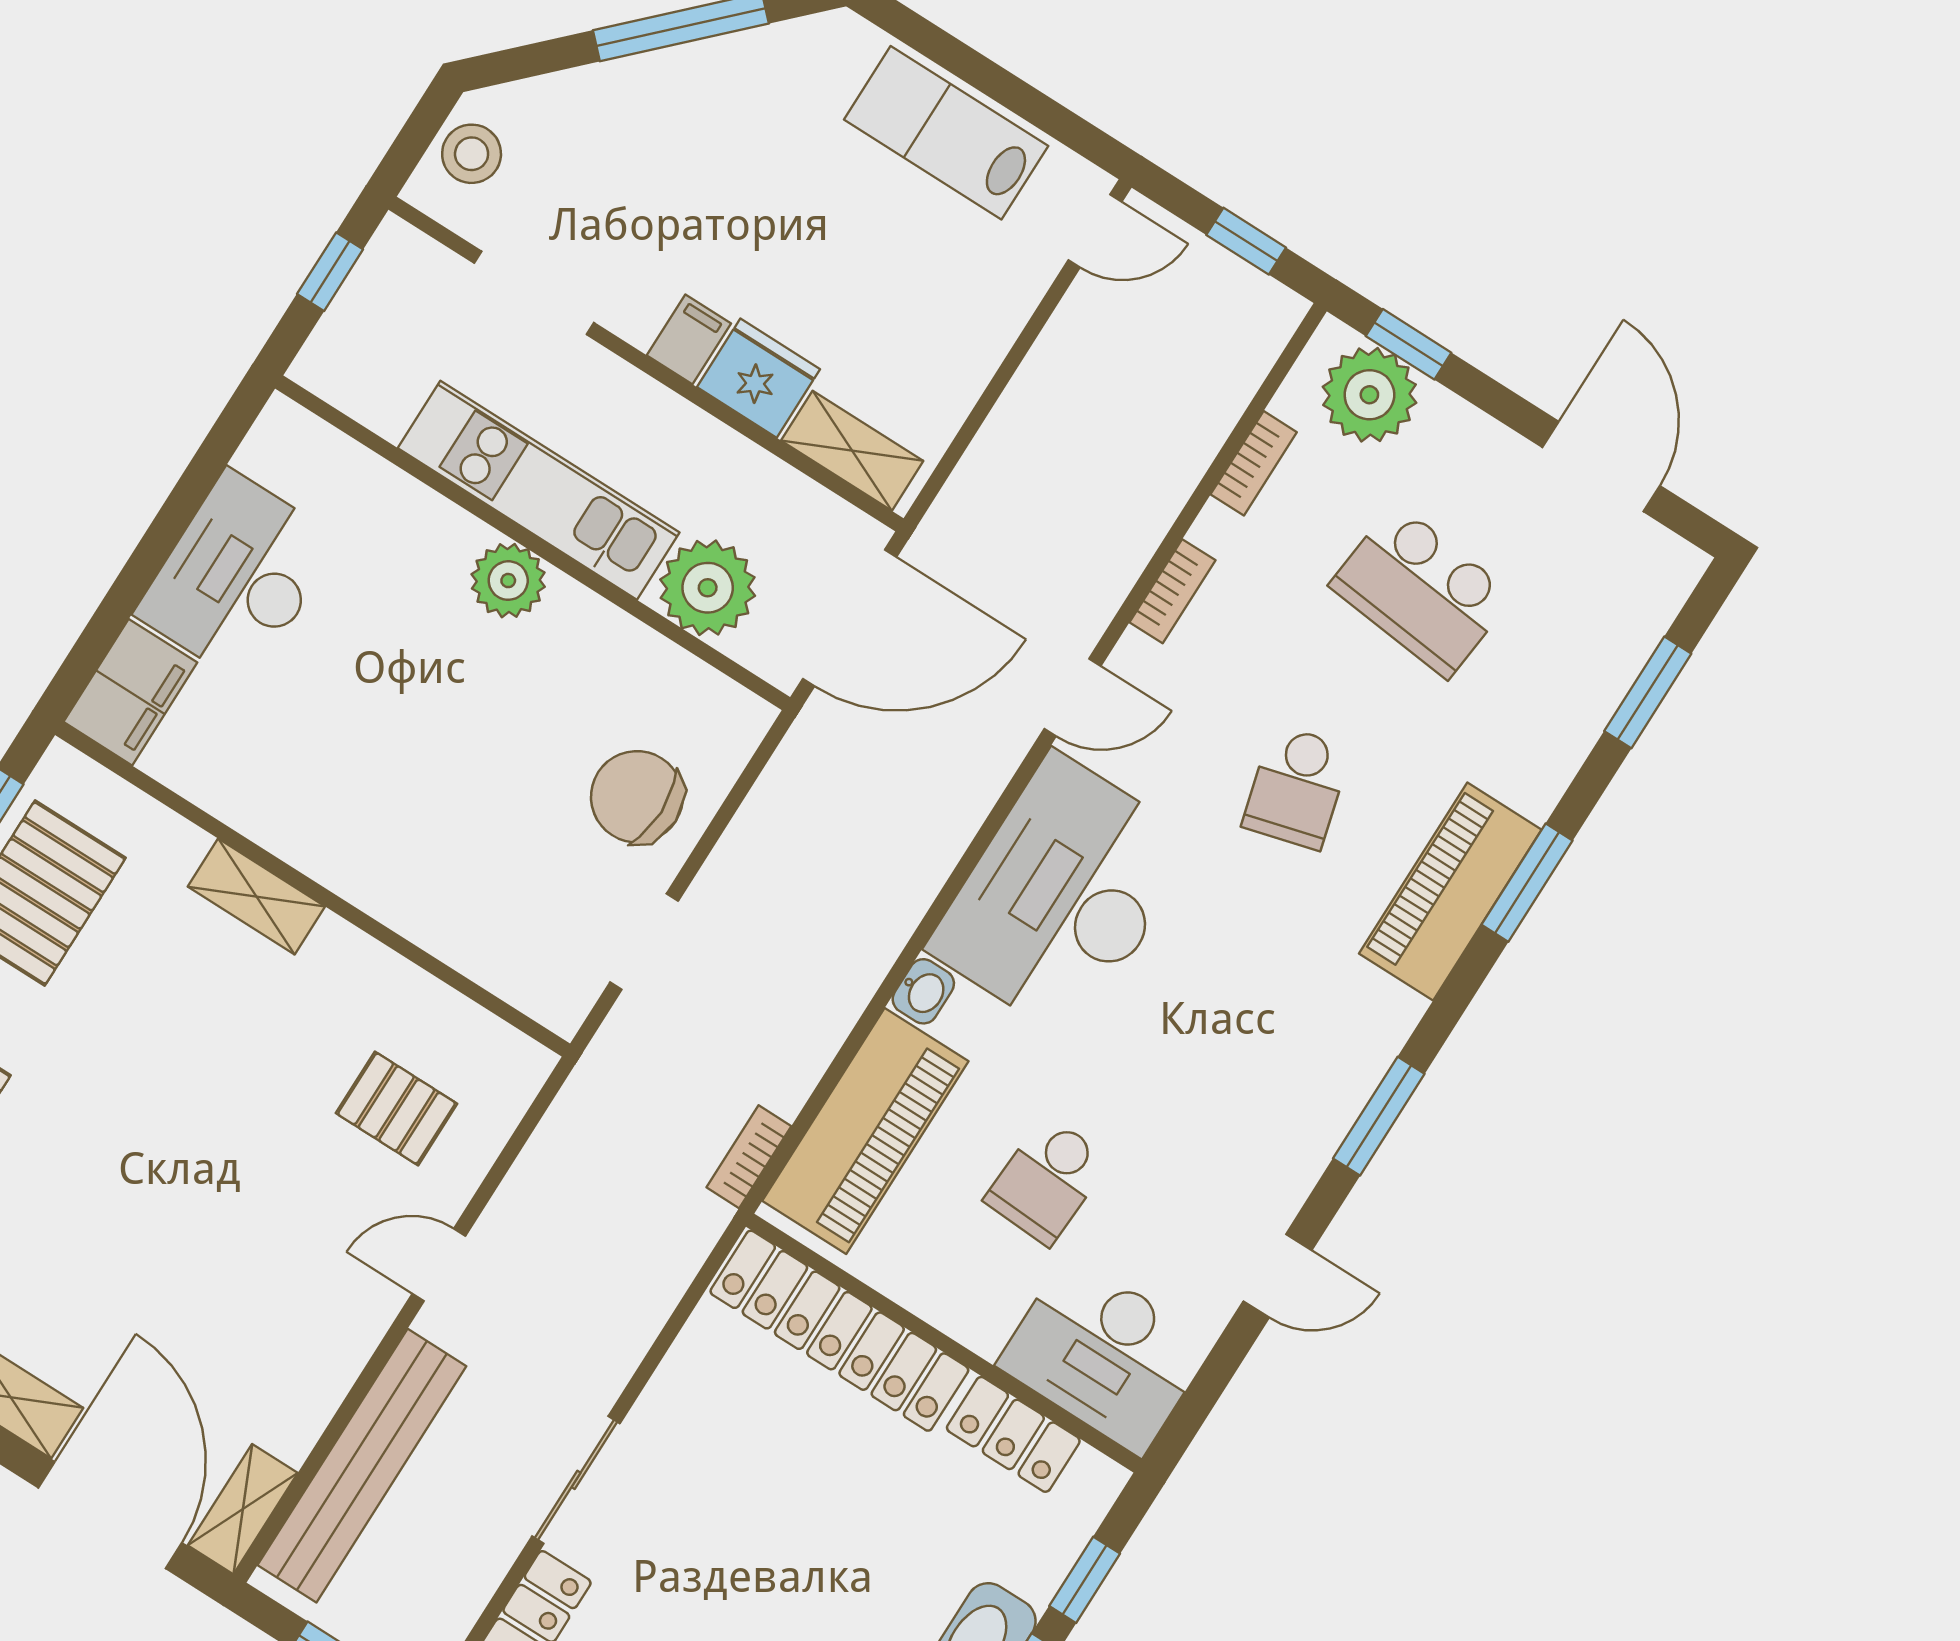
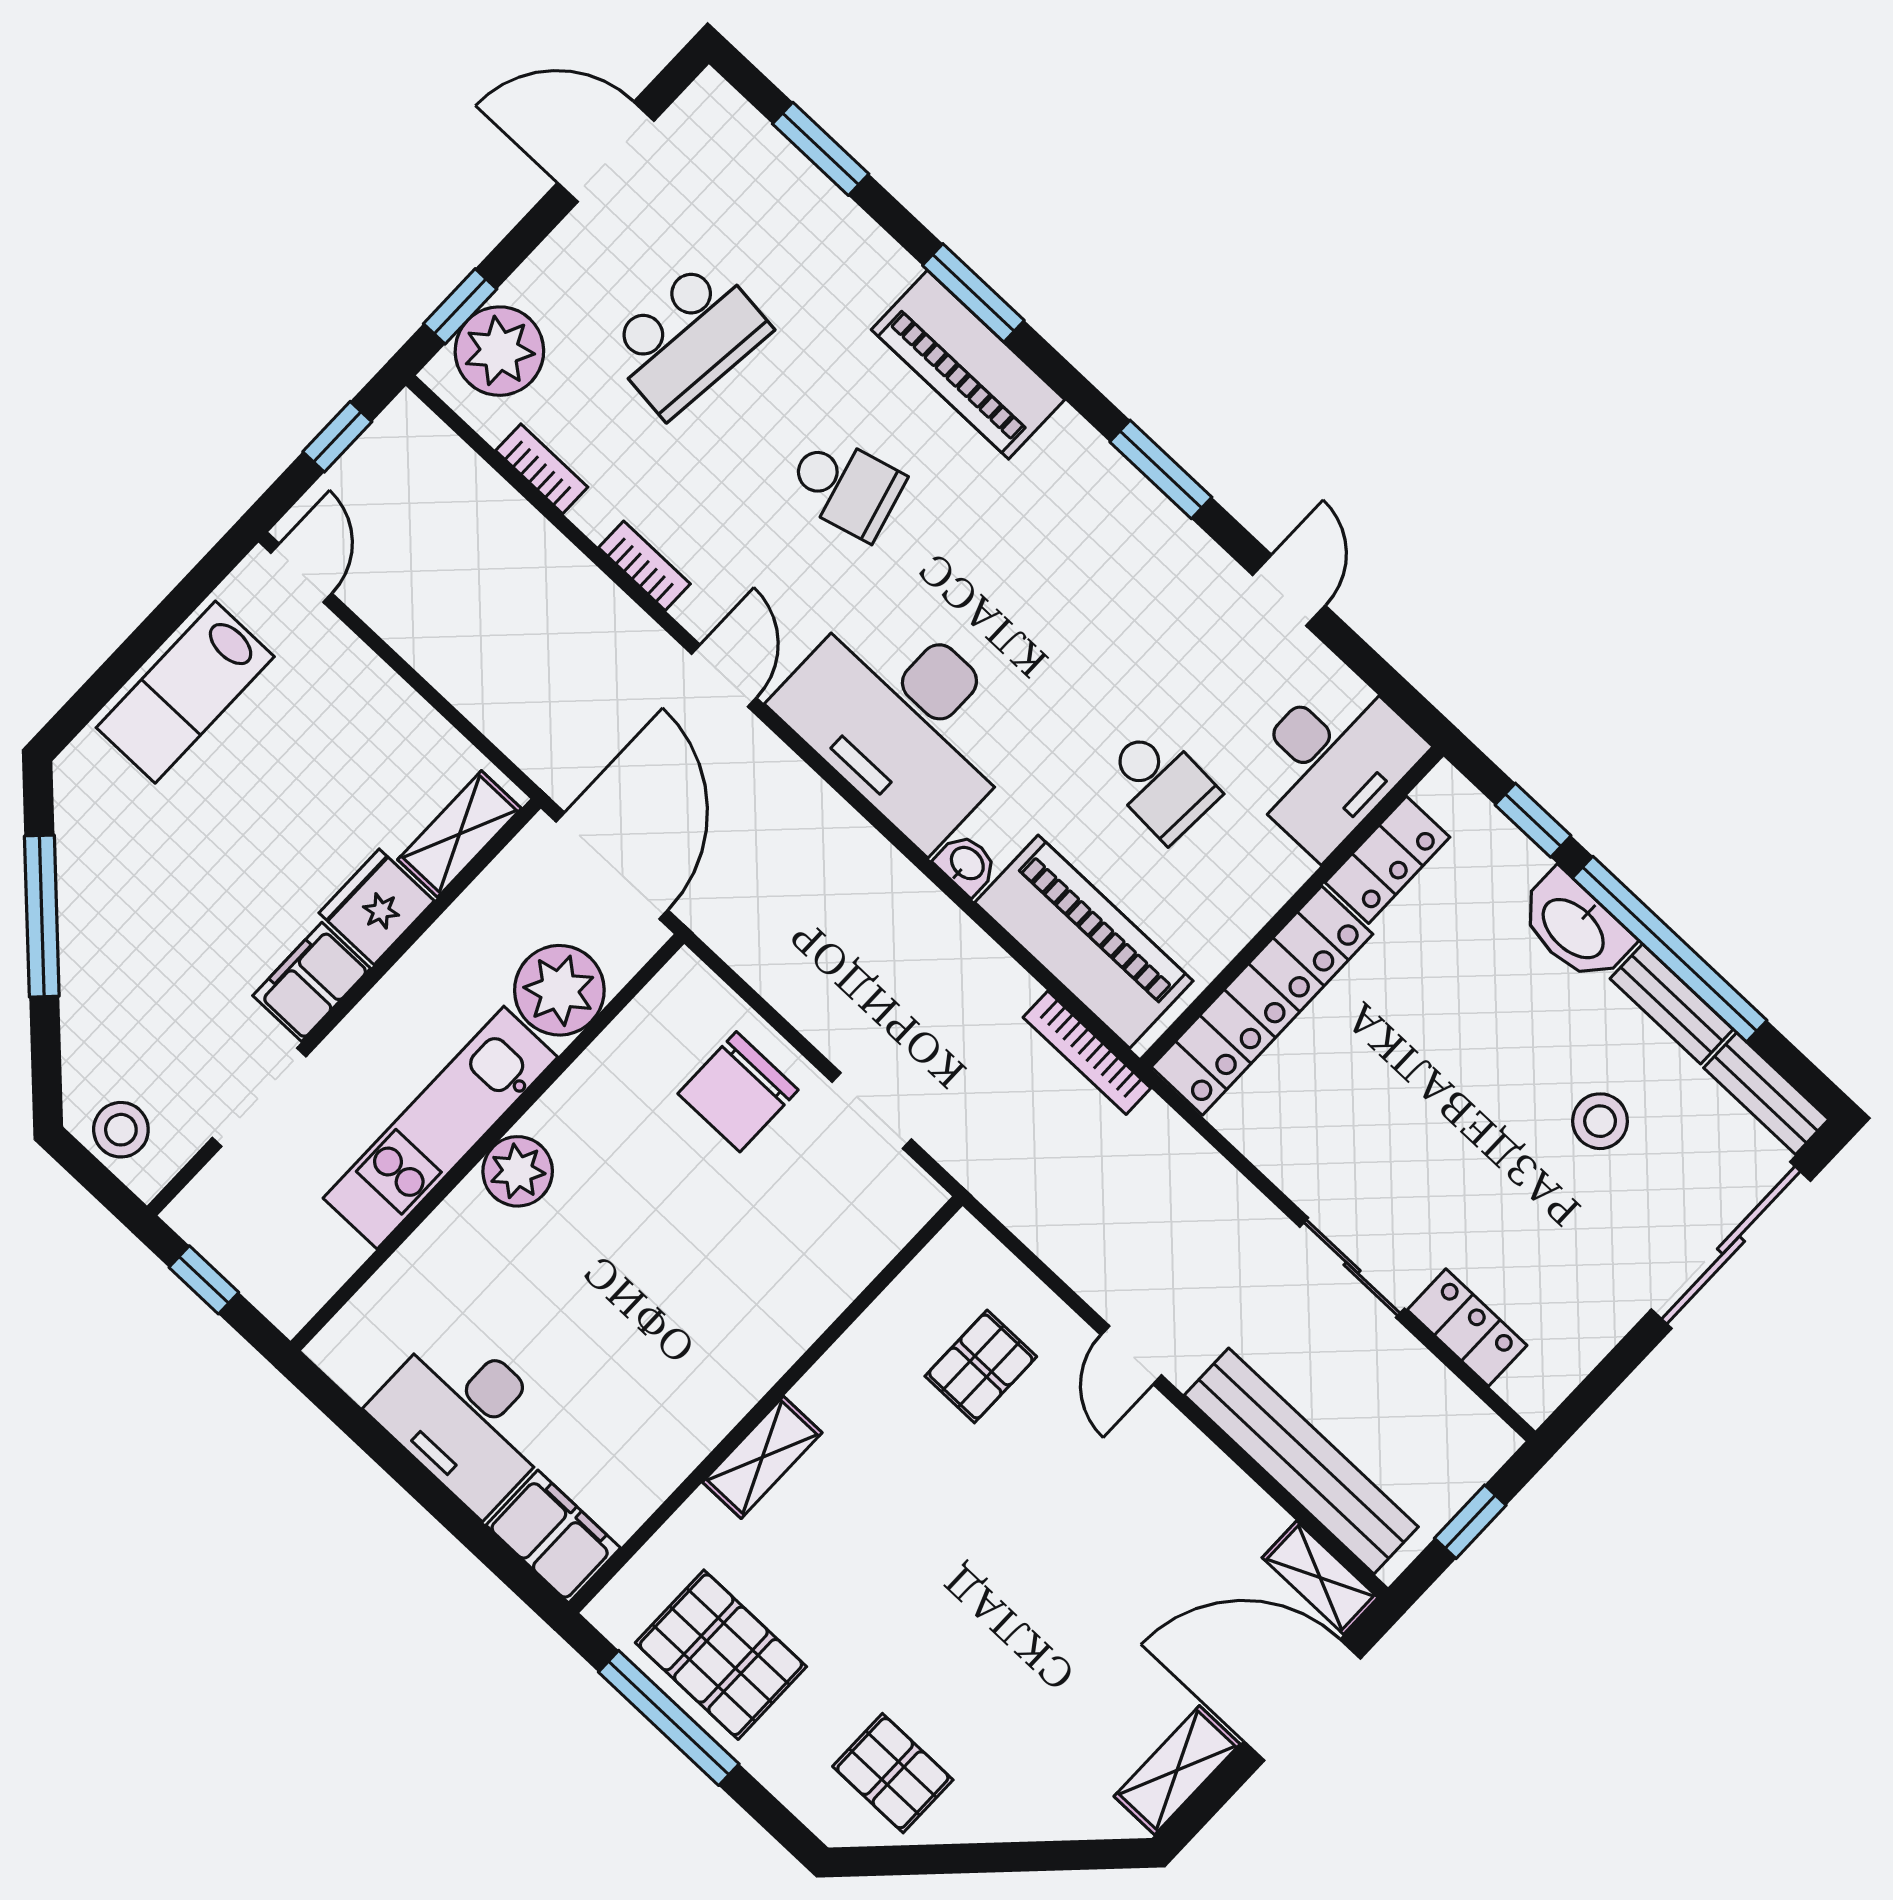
filing cabinet: (689, 339) -> (312, 982), width x2.00
bookcase: (749, 1157) -> (1087, 1053), width x1.56

